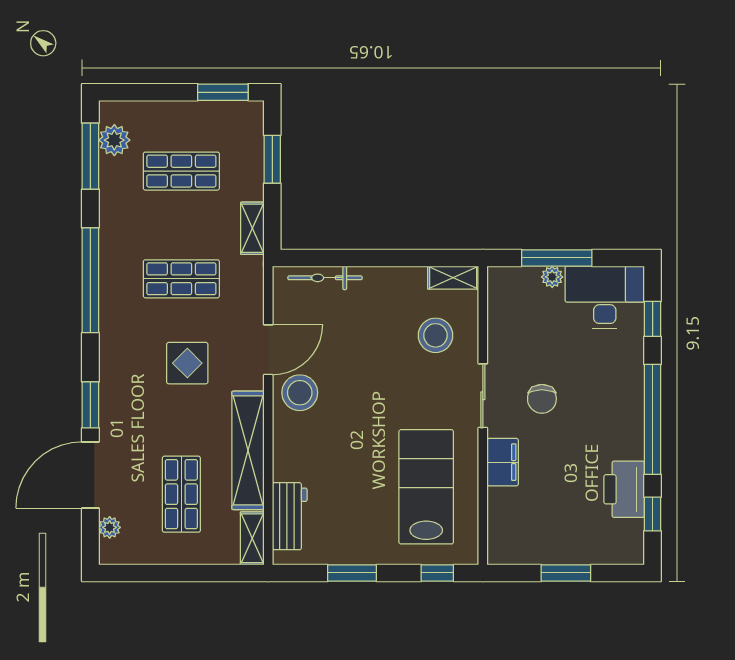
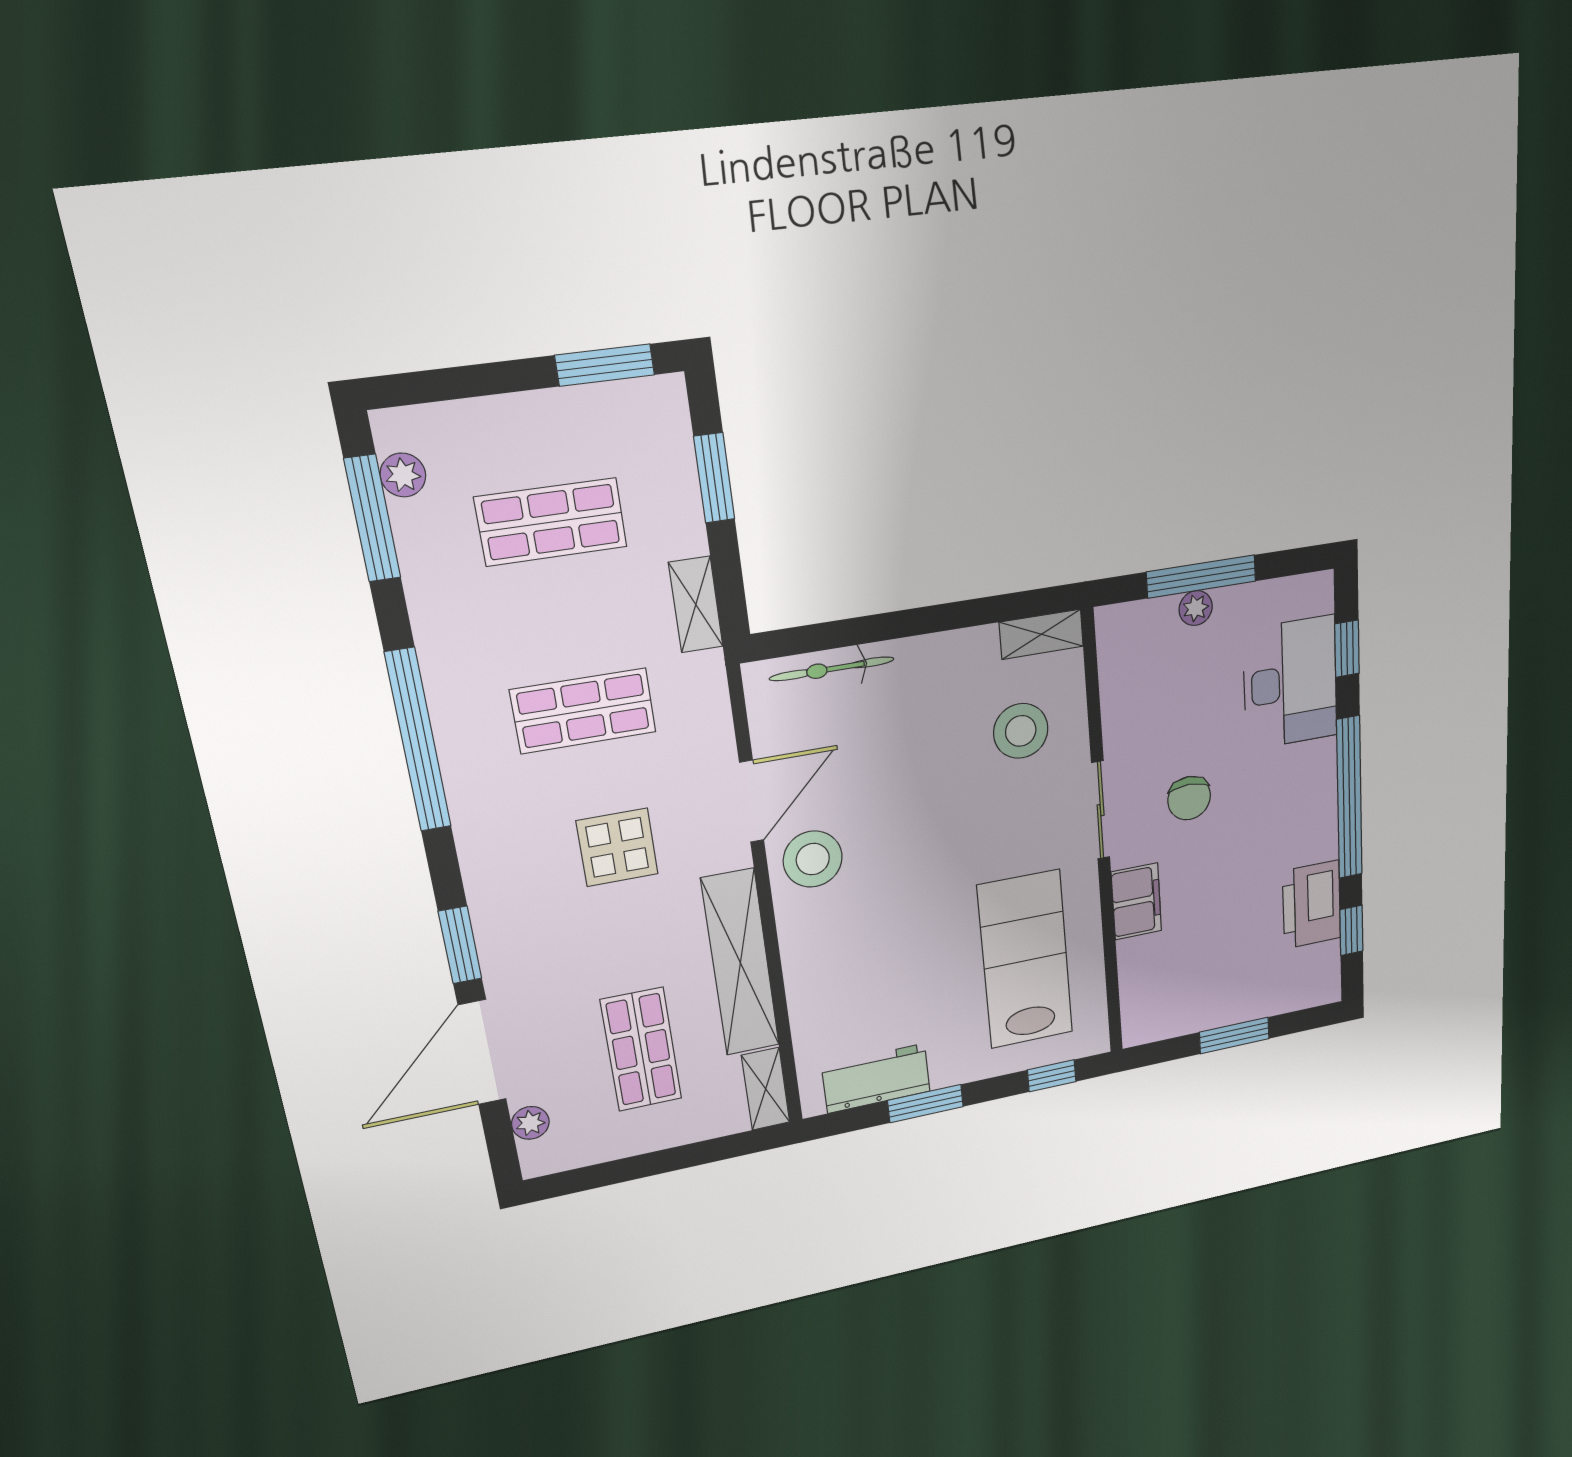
plant: (114, 140) -> (403, 475), width x0.73, depth x0.73
desk: (605, 297) -> (1290, 683), moved, turned 90
workbench: (290, 516) -> (876, 1078), moved, turned -90

